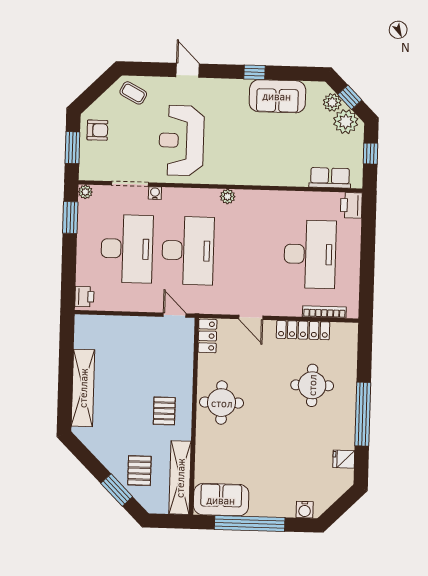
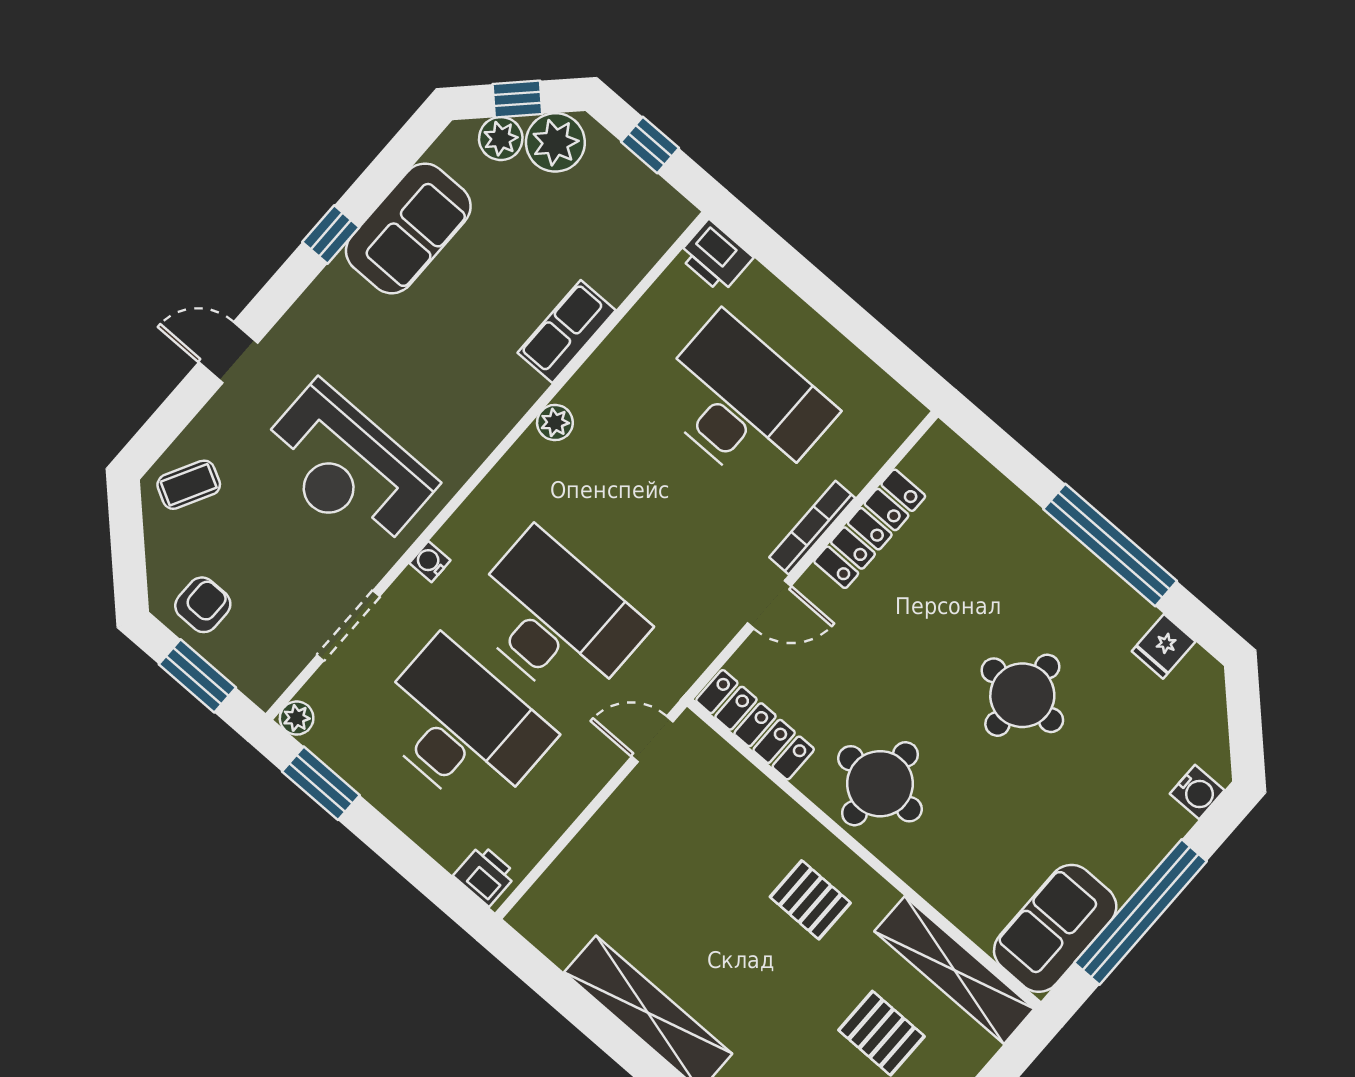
row of seats: (330, 178) -> (567, 331), moved
water cooler: (155, 193) -> (430, 562), moved
plant: (228, 197) -> (555, 423), moved
bookcase: (324, 312) -> (812, 528), moved
locker: (207, 336) -> (755, 725), width x1.53
round table: (312, 385) -> (1022, 695), moved

